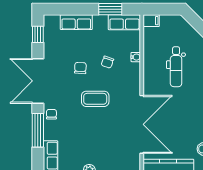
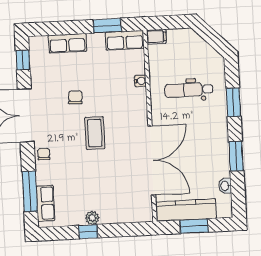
chair: (107, 62) -> (107, 89), removed
dental chair: (176, 67) -> (189, 90), turned 90
coffee table: (95, 99) -> (95, 133), turned 90
window: (38, 130) -> (30, 191), moved

